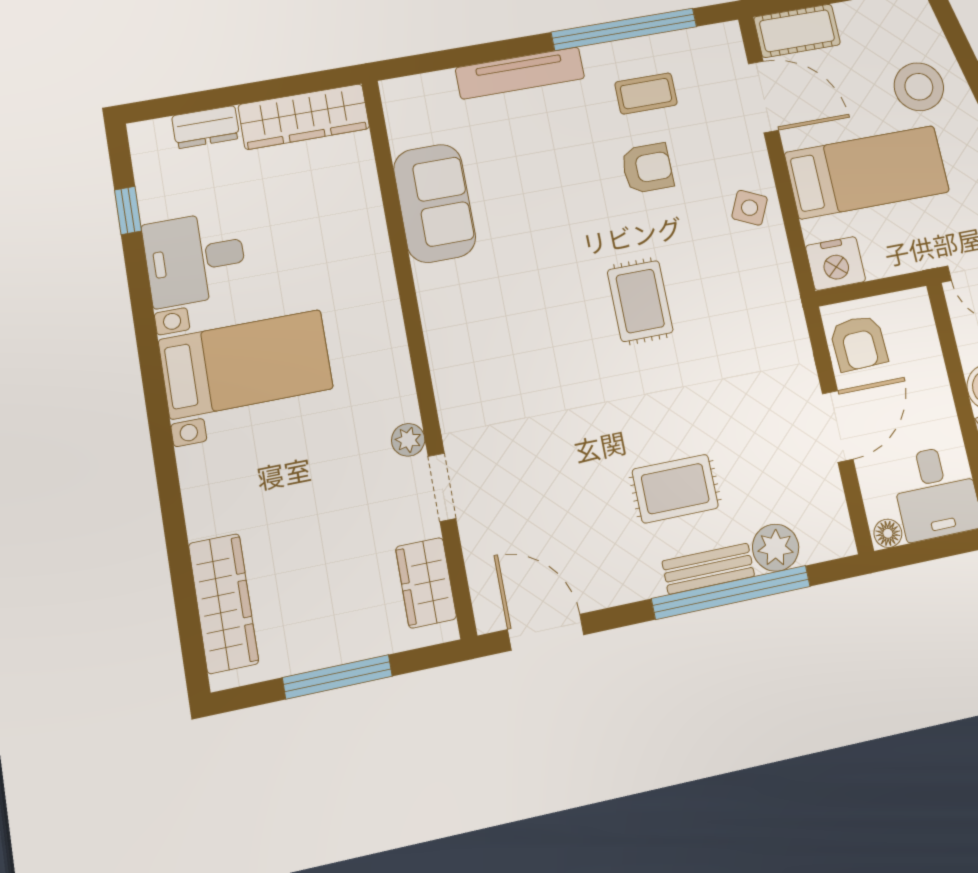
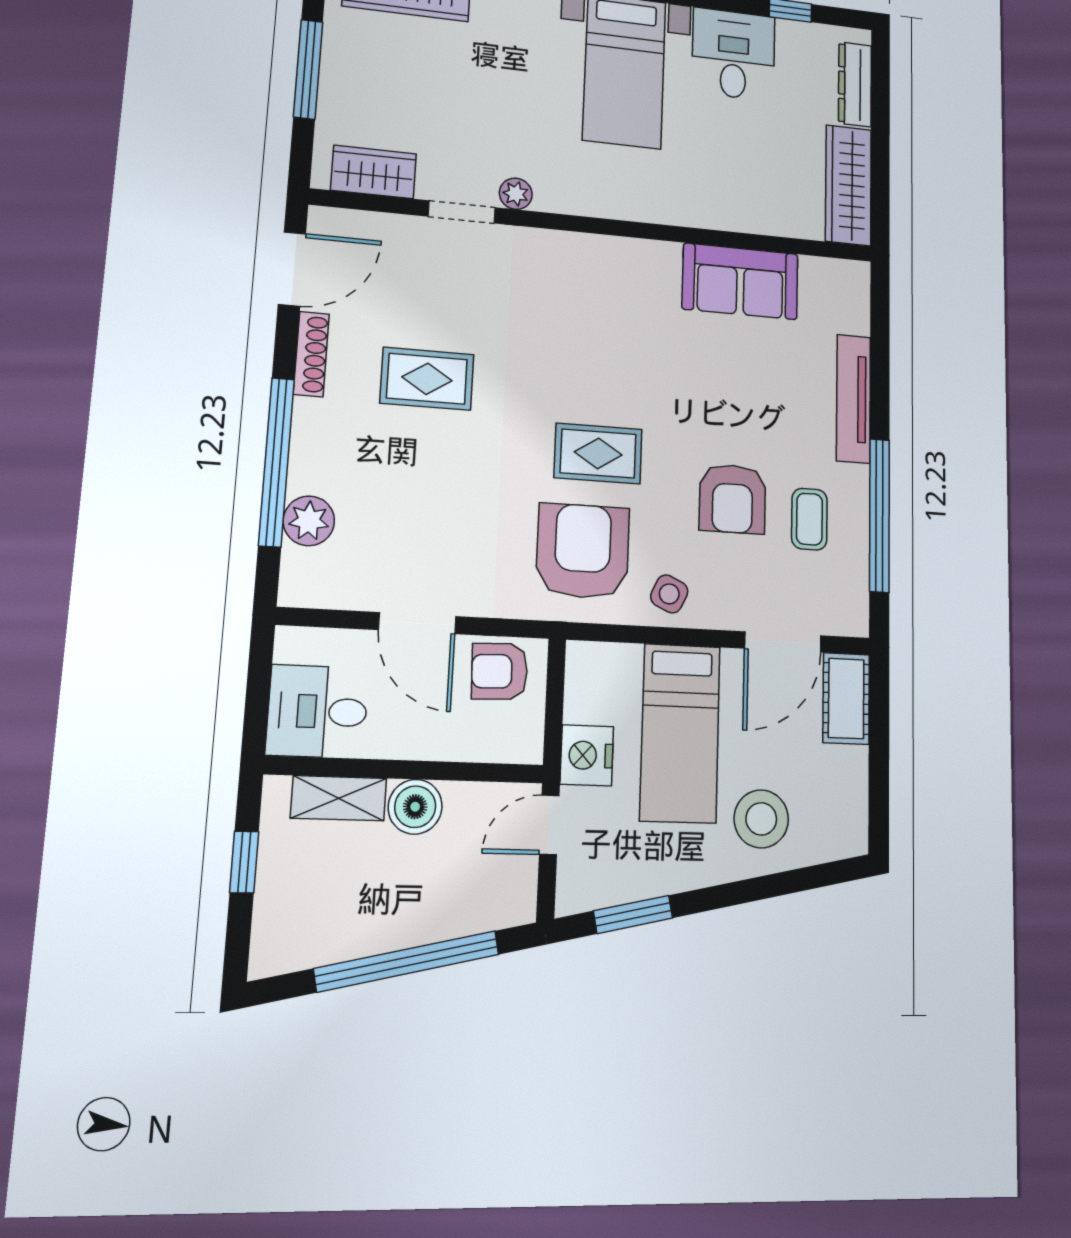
dresser: (206, 127) -> (855, 84), width x1.44
armchair: (647, 168) -> (732, 499), width x1.38, depth x1.38
nightstand: (835, 263) -> (587, 755), moved
armchair: (733, 294) -> (583, 551), added
rug: (675, 489) -> (427, 379), moved, turned 90
floor lamp: (888, 533) -> (289, 645), removed
bench: (708, 569) -> (308, 446), removed
shoe rack: (622, 590) -> (311, 354), added

